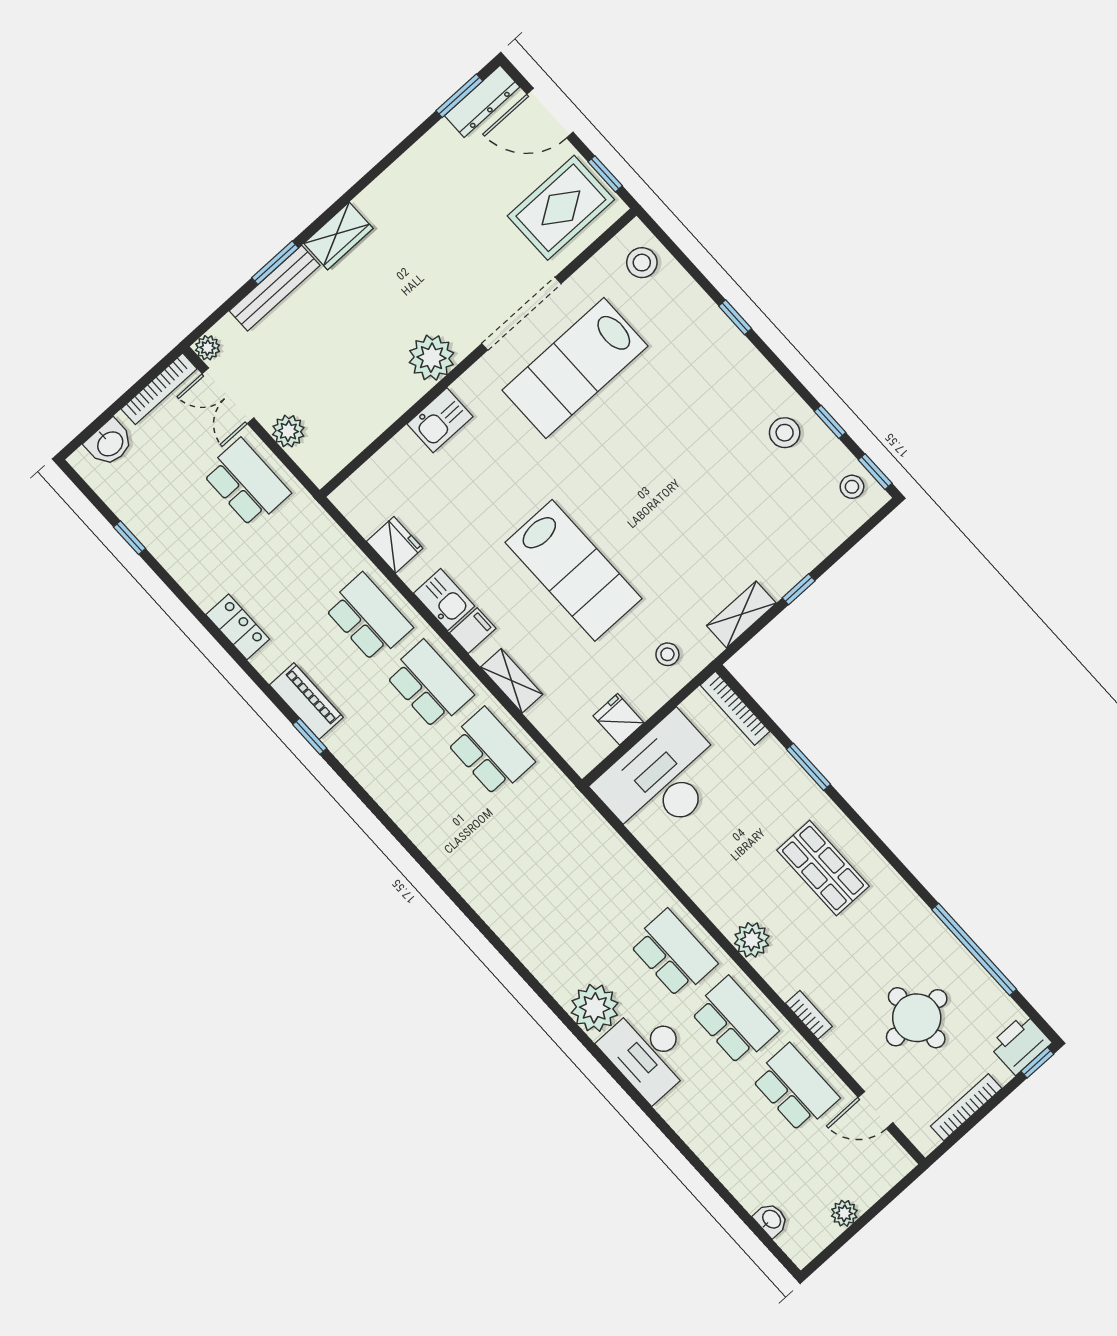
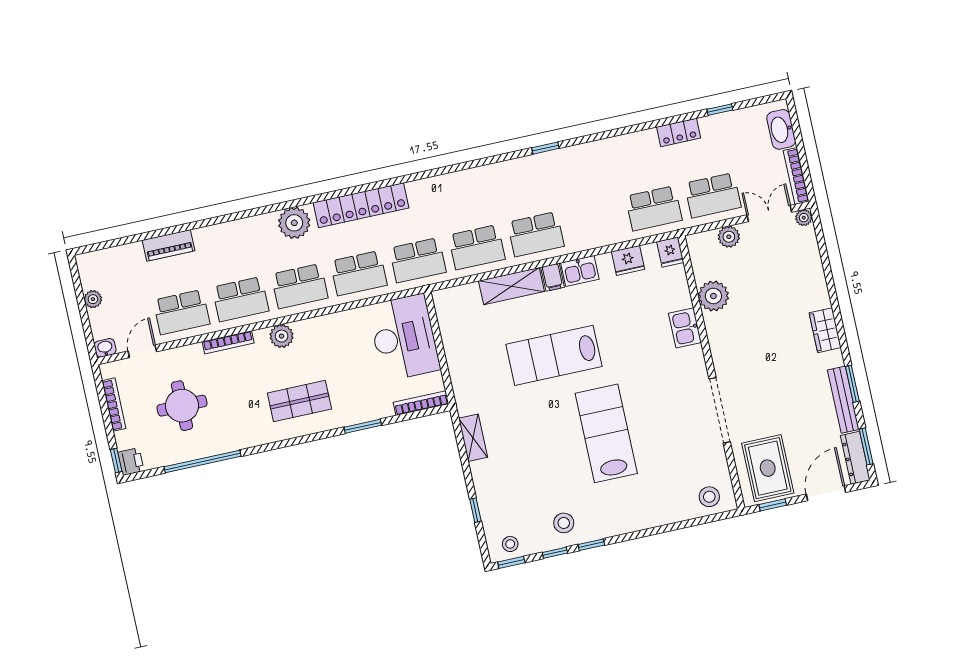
window: (275, 263) -> (852, 384), moved
bench: (275, 288) -> (843, 400), moved
window: (735, 317) -> (591, 545), moved
plant: (431, 358) -> (713, 296), moved
lab bench: (575, 368) -> (606, 433), moved
washbasin: (110, 443) -> (781, 129), width x1.38
window: (799, 589) -> (475, 510), moved
school desk: (368, 617) -> (654, 208), moved
locker: (238, 627) -> (679, 132), moved
stool: (667, 654) -> (474, 382), removed
shelving: (512, 681) -> (511, 286), width x1.50, depth x1.33
piano: (306, 701) -> (169, 245), moved
fridge: (619, 719) -> (670, 252), moved, turned 90
school desk: (551, 819) -> (418, 260), added
school desk: (612, 886) -> (359, 273), added
locker: (522, 934) -> (361, 205), added
bookcase: (809, 1015) -> (228, 342), width x1.56
printer: (1020, 1044) -> (131, 462), width x0.73, depth x0.81
desk: (648, 1053) -> (251, 239), removed
washbasin: (771, 1220) -> (105, 348), moved, turned 180

